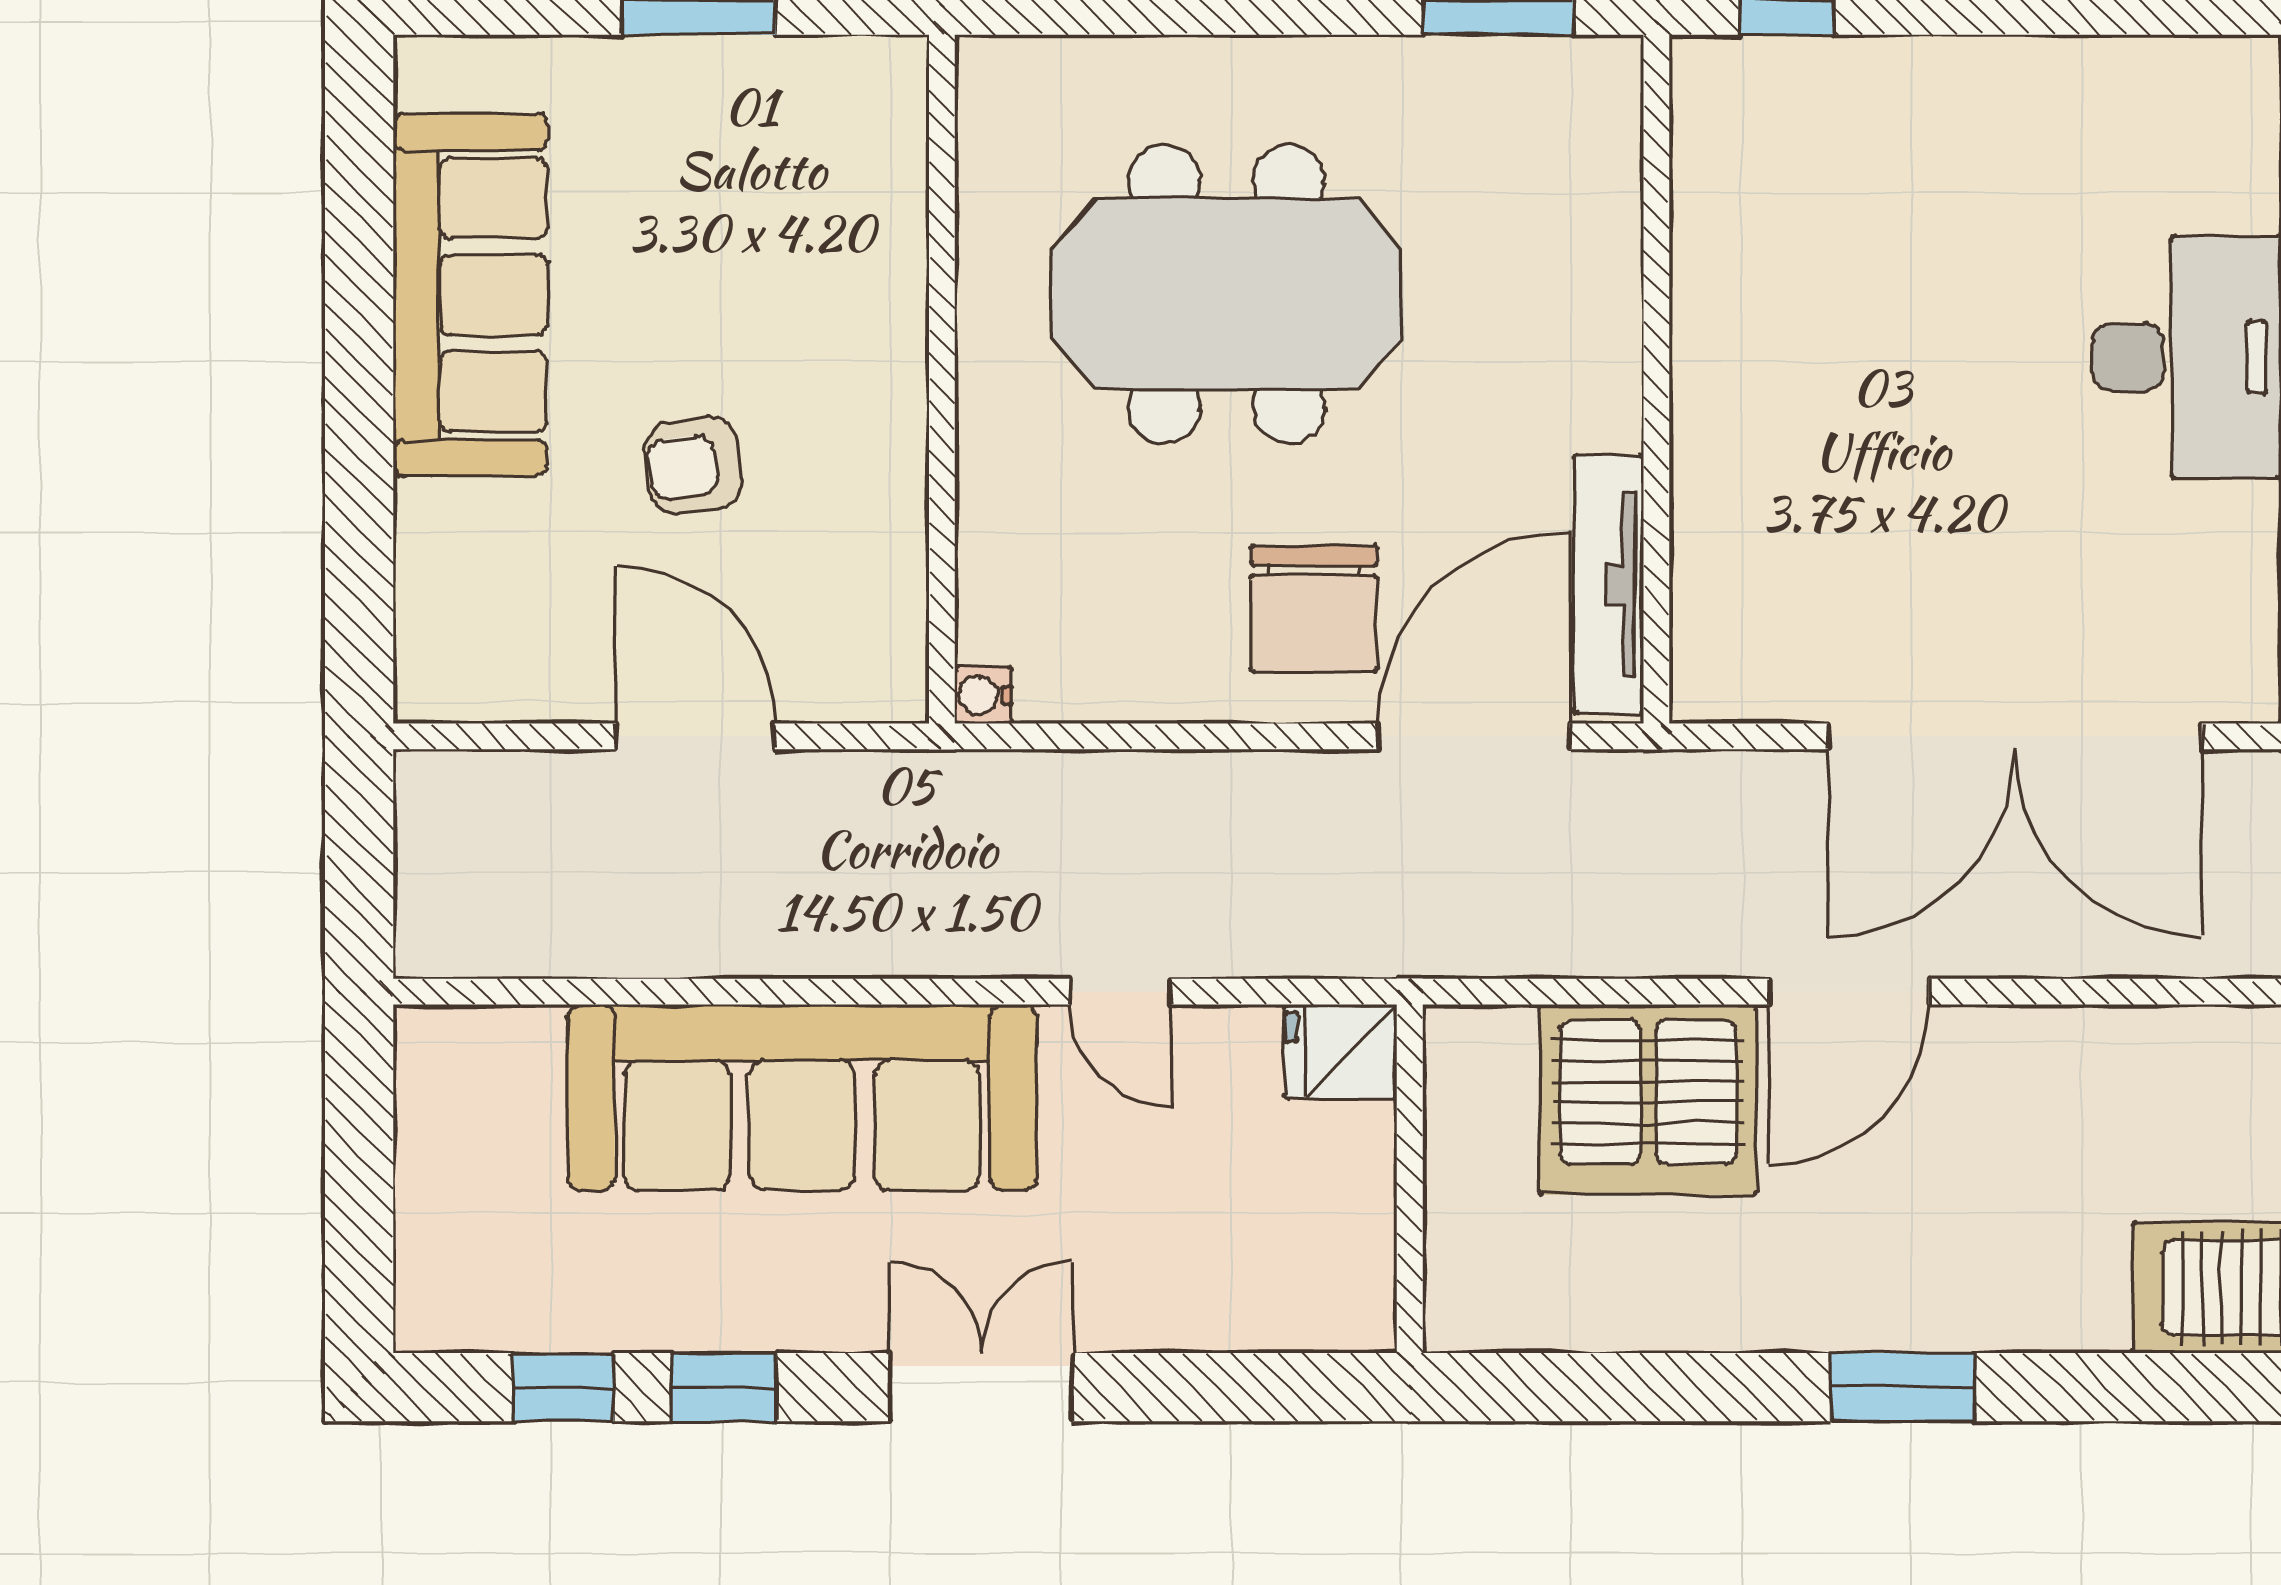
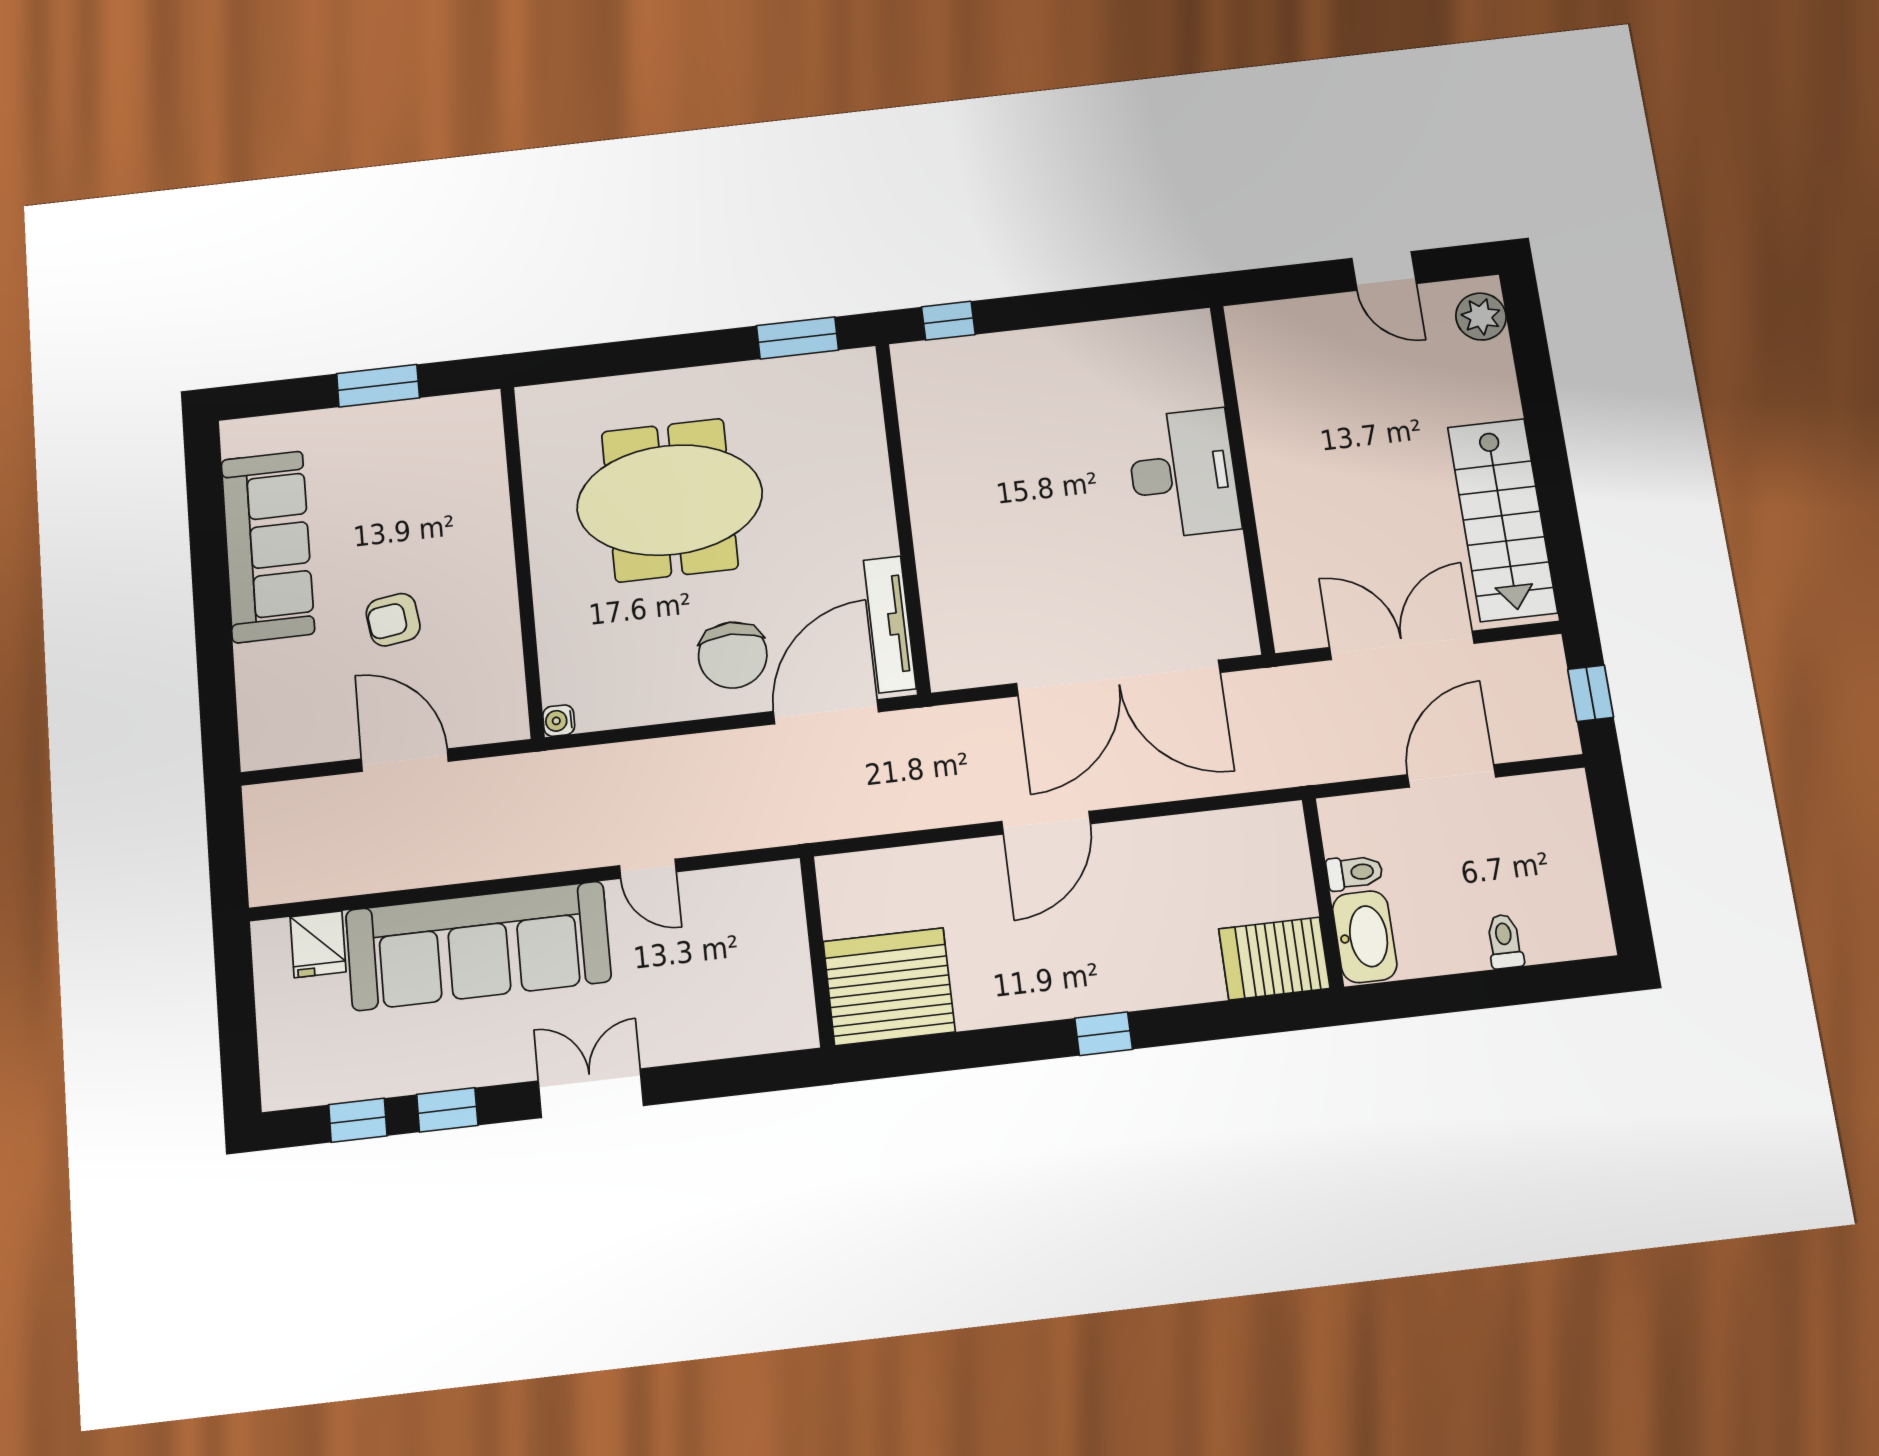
fridge: (1341, 1052) -> (318, 944), moved, turned -90
server rack: (1648, 1100) -> (889, 987), moved, turned 180
window: (1903, 1387) -> (1104, 1034), width x0.67

